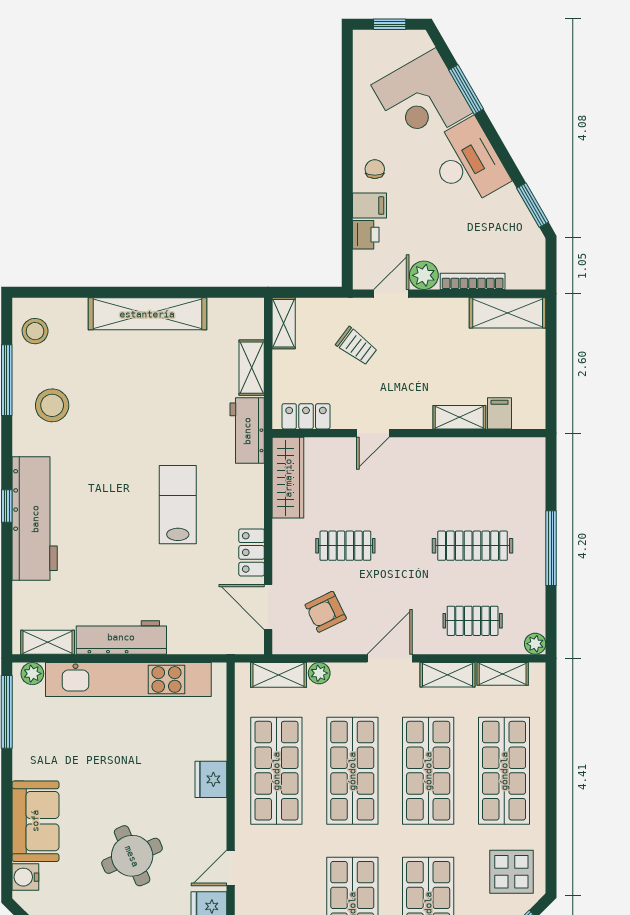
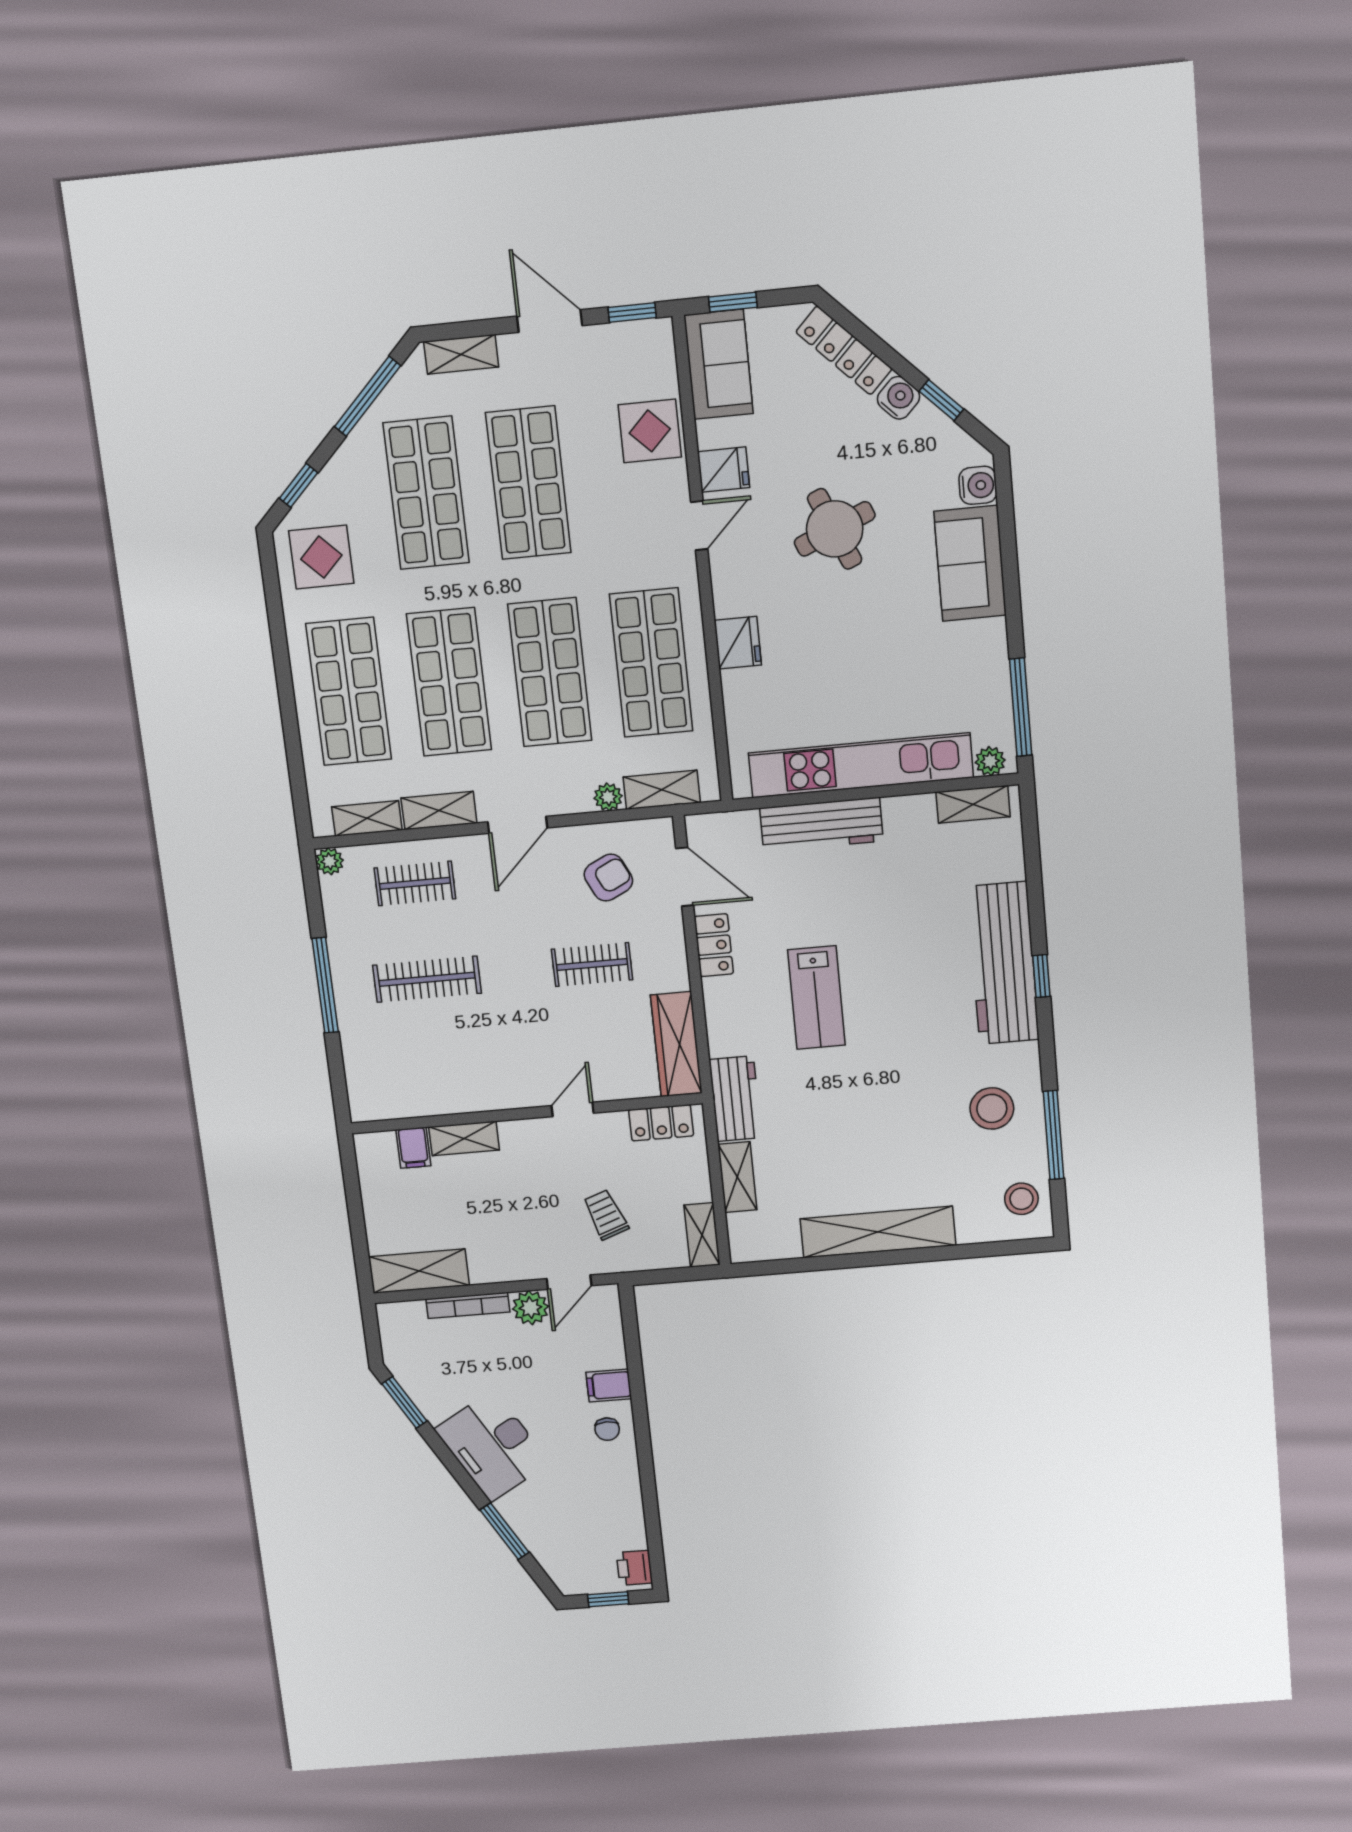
corner desk: (422, 99) -> (558, 1516), removed
printer: (366, 235) -> (634, 1568), moved
trolley: (357, 346) -> (606, 1215), turned 33
workbench: (121, 637) -> (821, 825), moved

